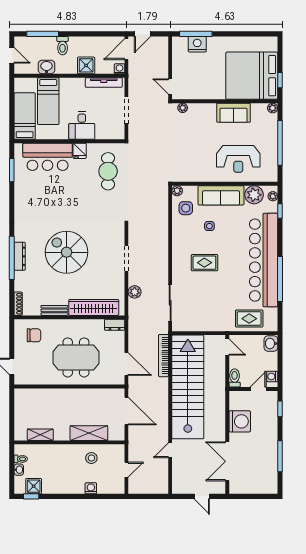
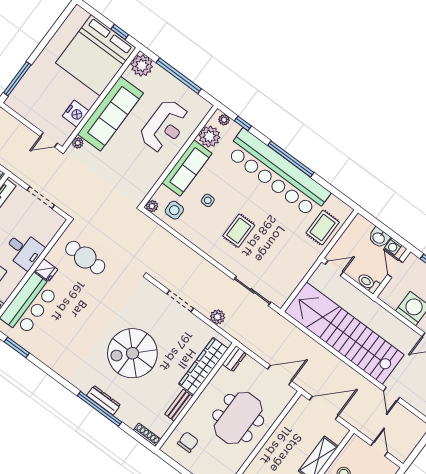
nightstand: (197, 44) -> (76, 114), moved, turned 180
plant: (273, 108) -> (142, 66), width x1.87, depth x1.87
sofa: (234, 113) -> (110, 114), width x1.85, depth x1.27
window: (280, 279) -> (291, 159), moved
washbasin: (271, 344) -> (379, 238), moved
bookcase: (163, 356) -> (298, 334), removed

